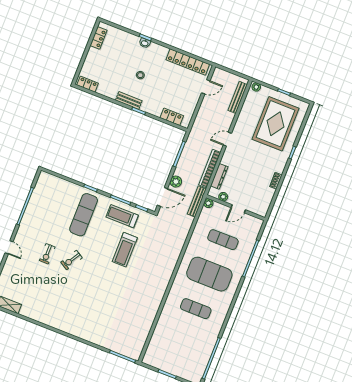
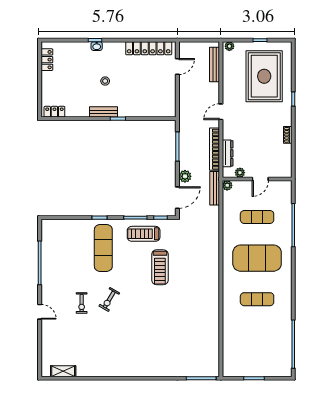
locker: (172, 117) -> (154, 111), removed

